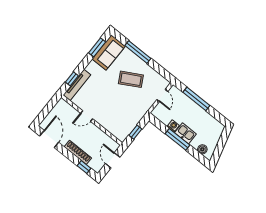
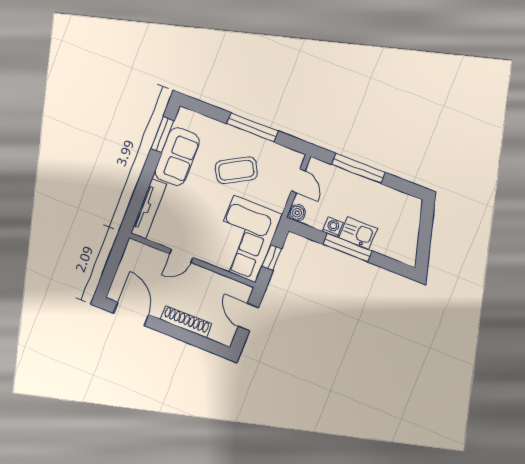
window: (138, 52) -> (252, 127), moved
sofa: (109, 53) -> (177, 157), moved
window: (72, 79) -> (137, 201), removed
corner sofa: (124, 118) -> (245, 239), added
boiler: (202, 149) -> (297, 213), moved
window: (84, 167) -> (204, 343), removed

